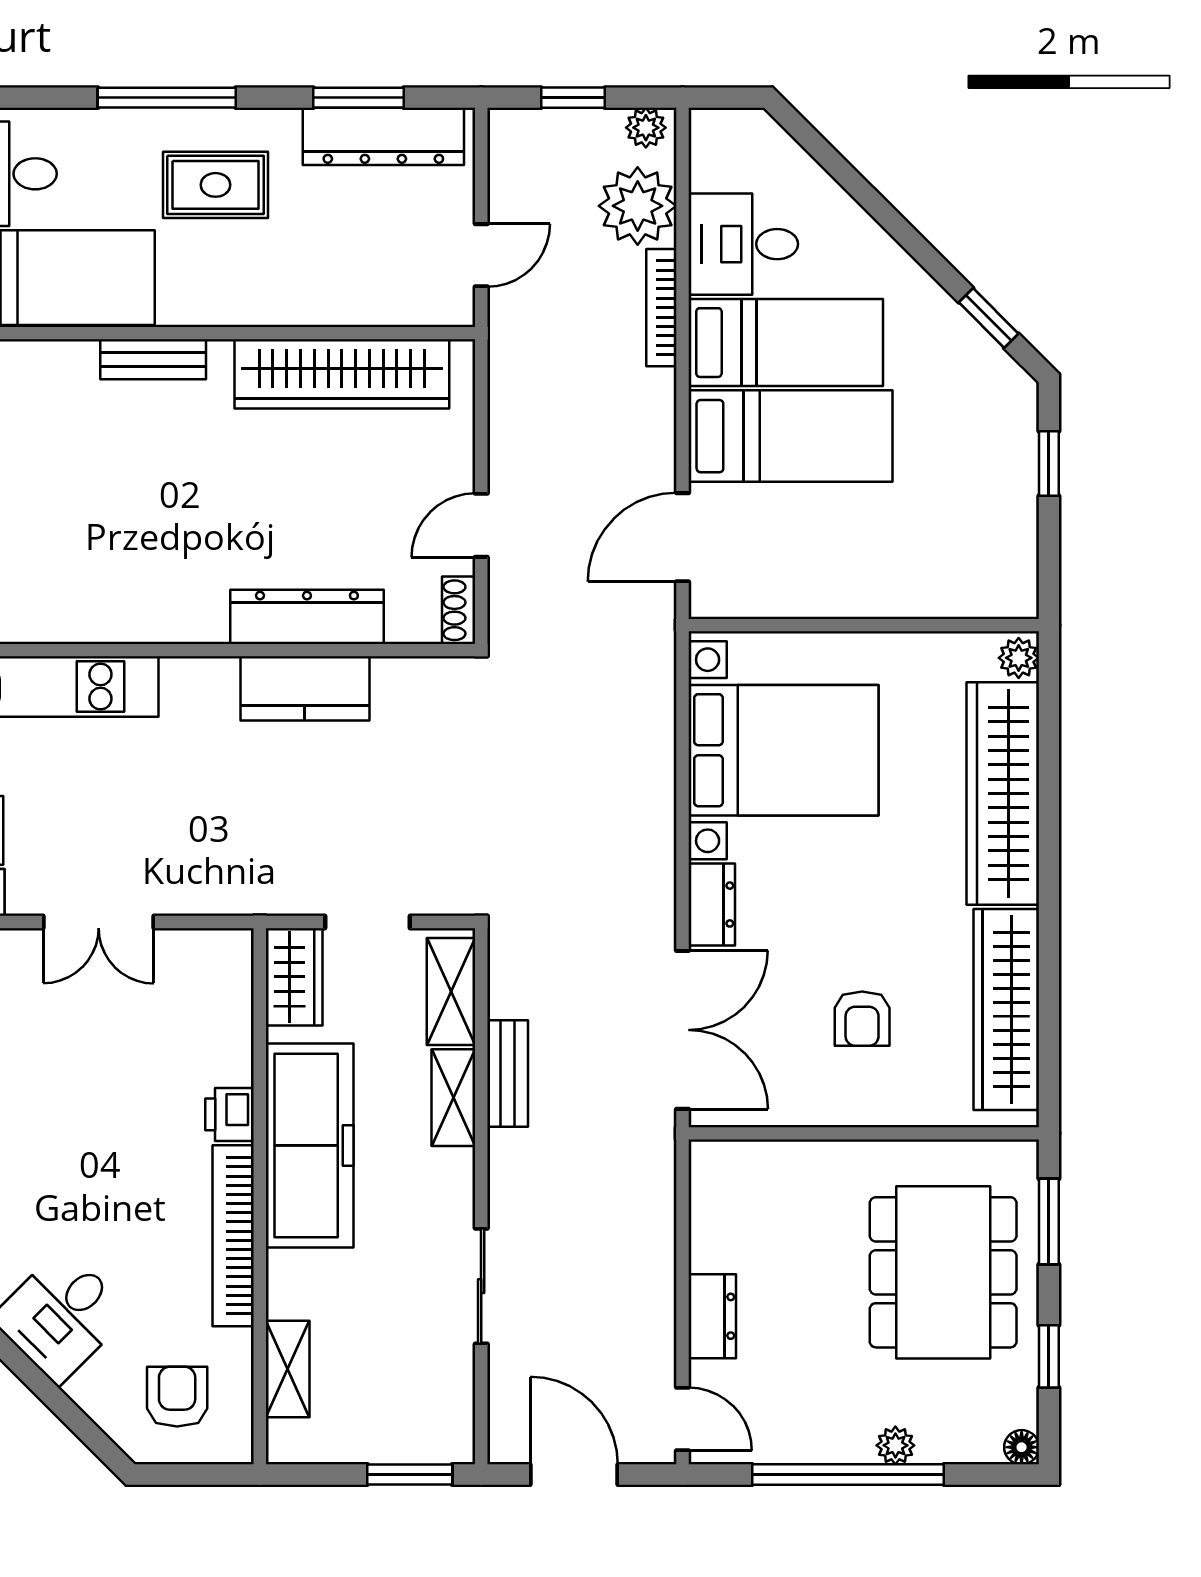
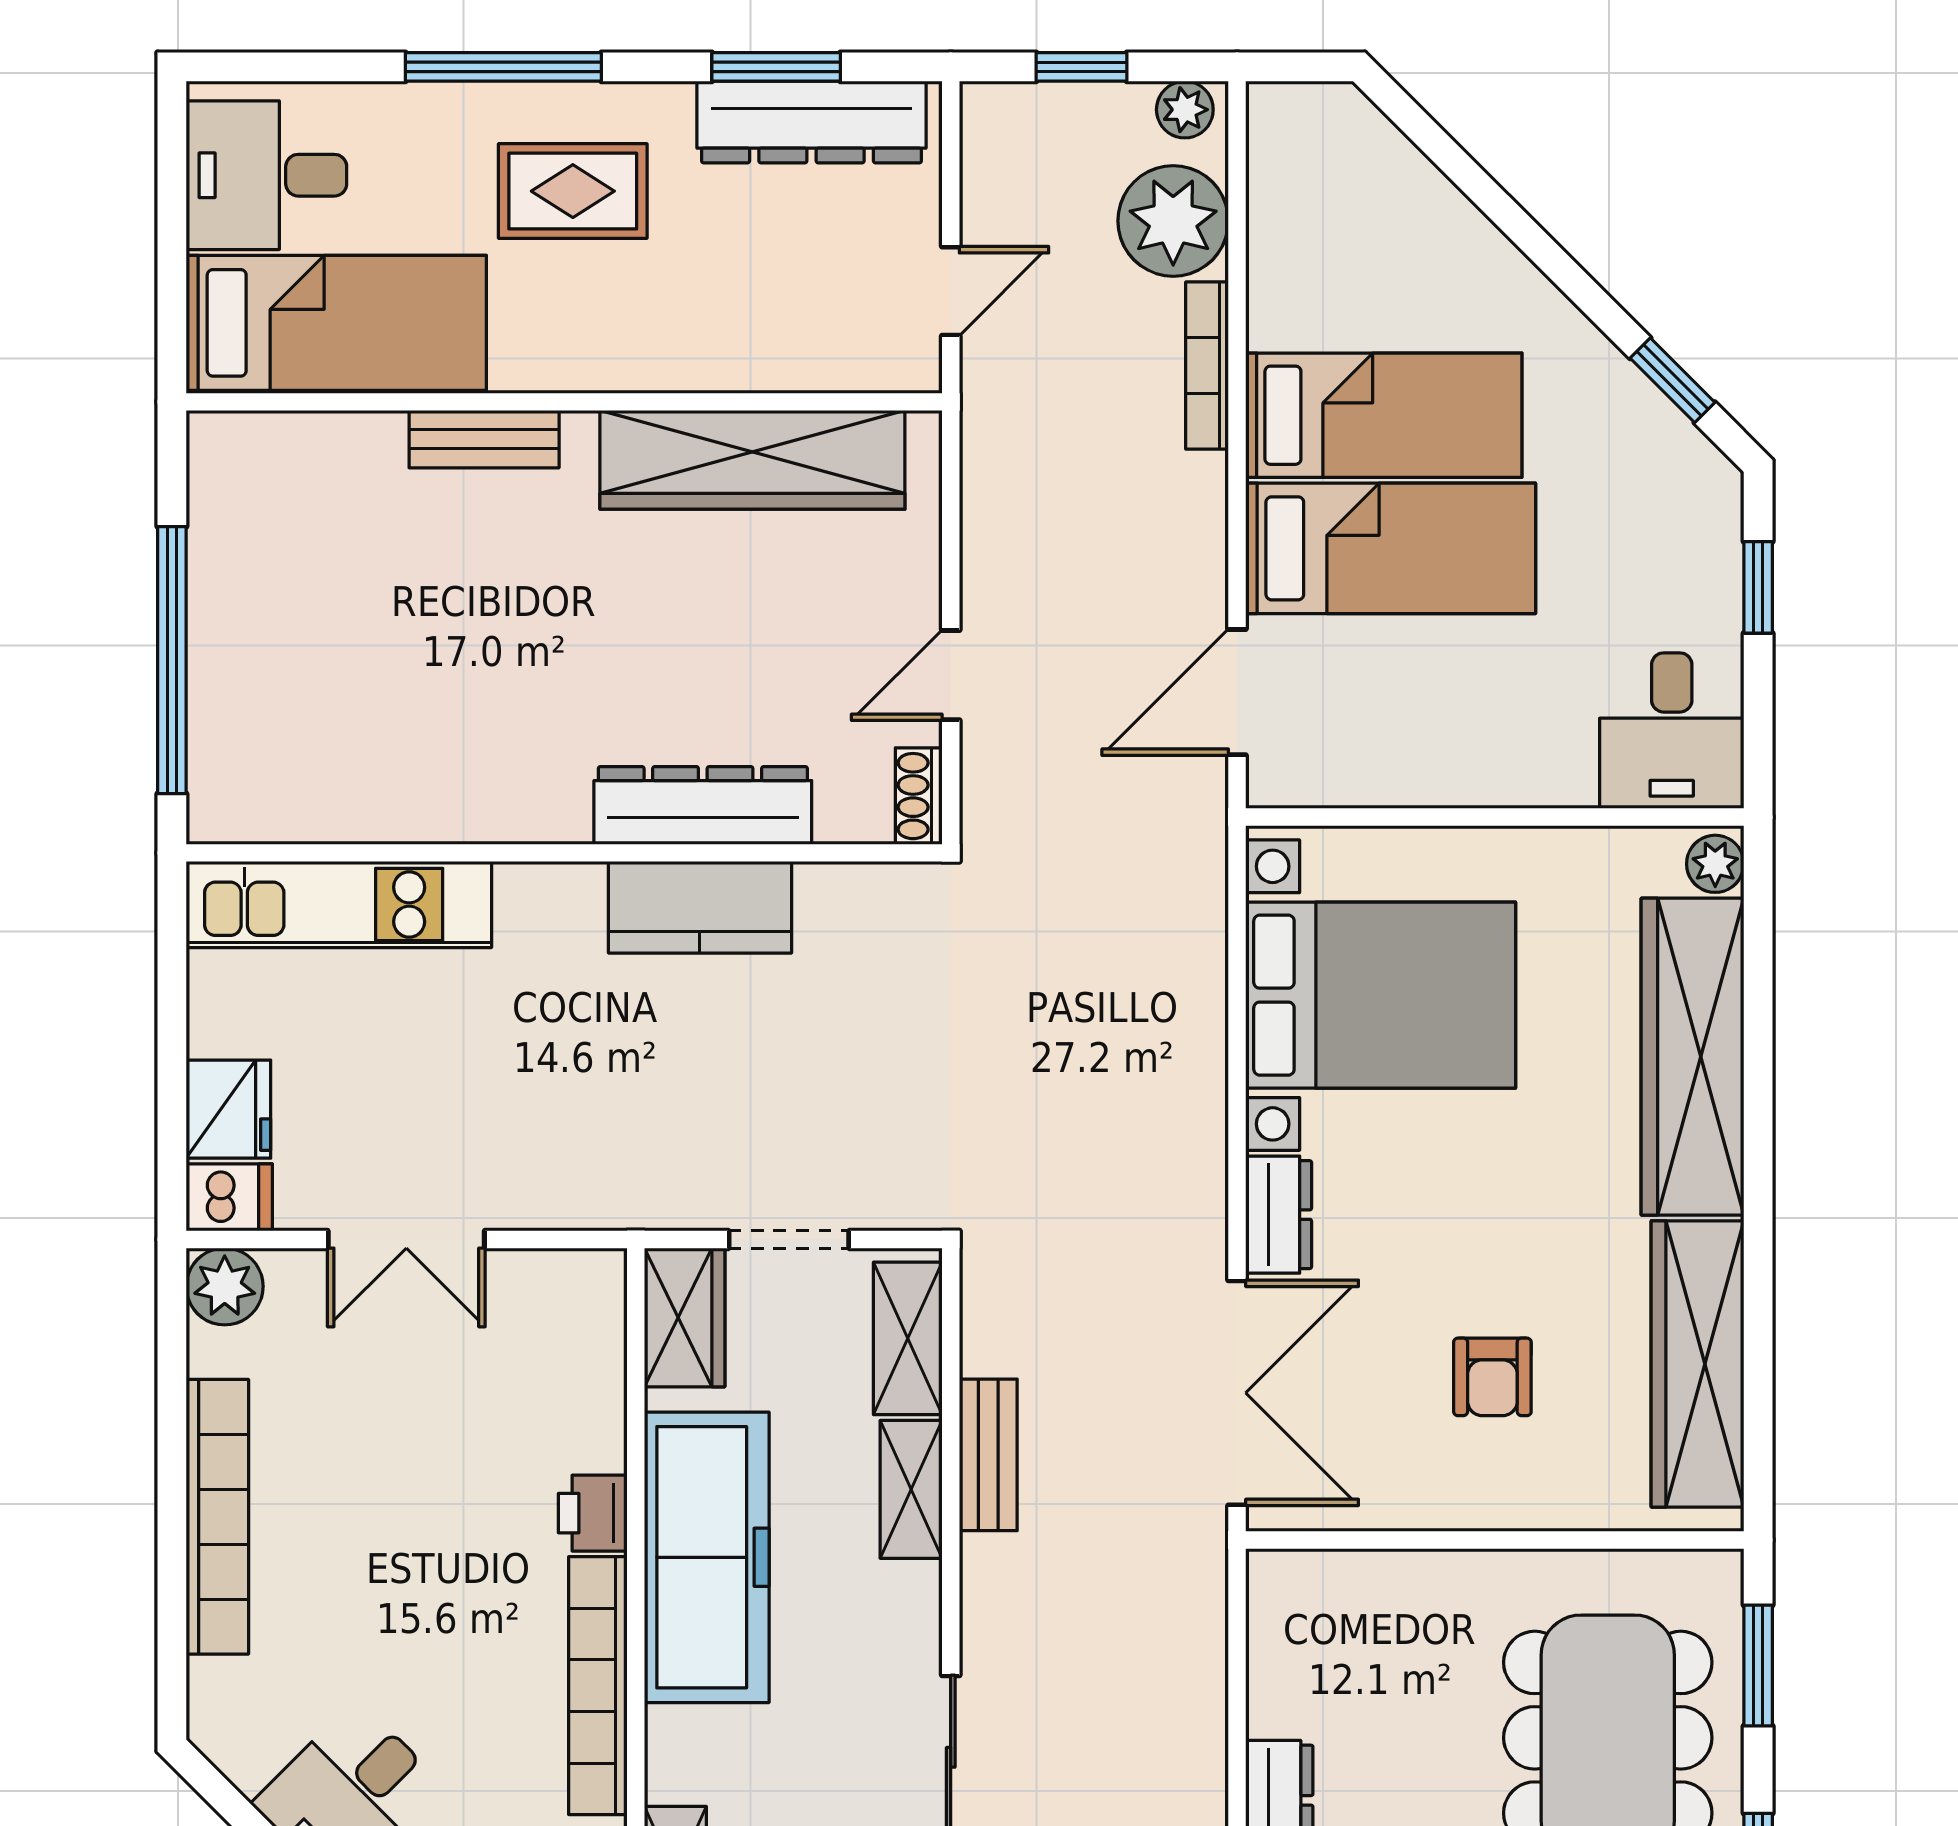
desk: (743, 244) -> (1672, 731), moved, turned -90

